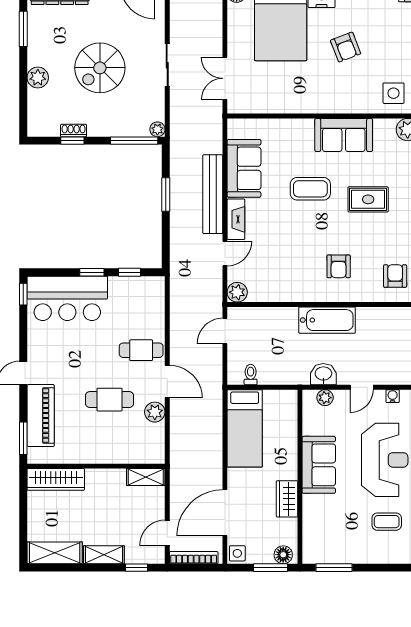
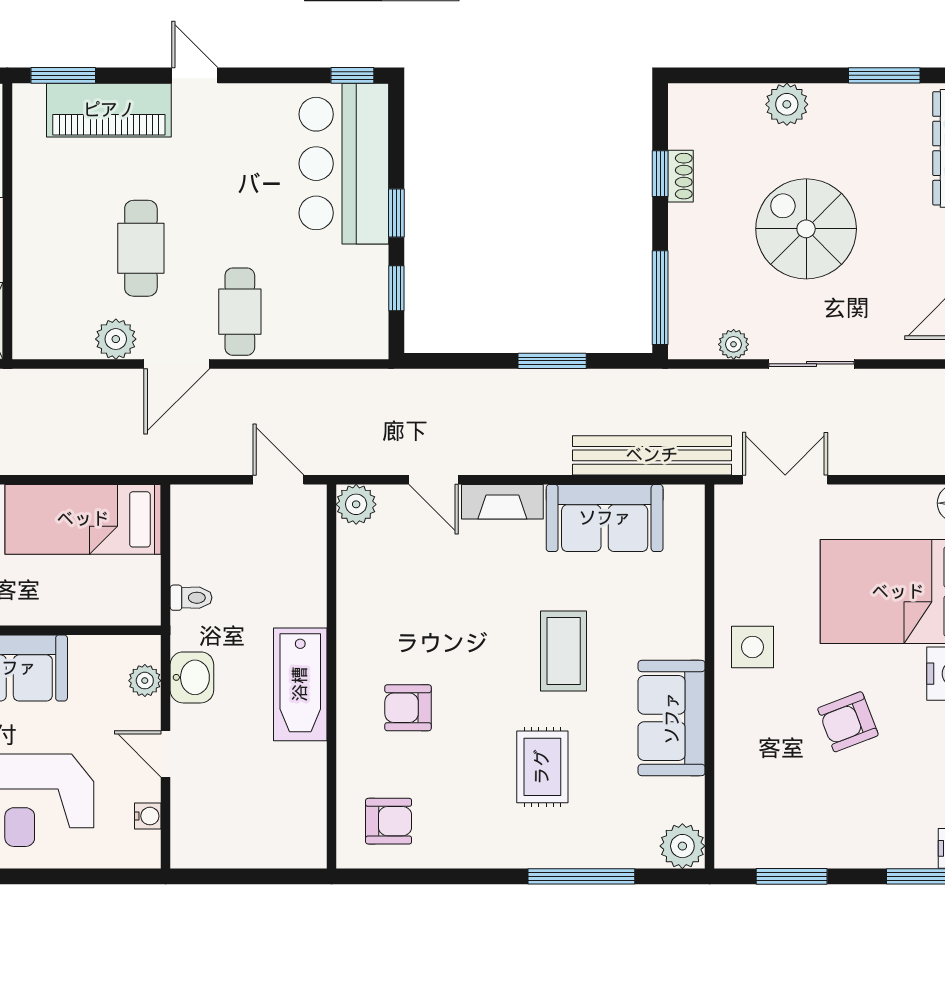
side table: (393, 93) -> (752, 647), moved
plant: (157, 129) -> (734, 344), moved
bench: (213, 194) -> (652, 455), moved
toilet: (251, 375) -> (191, 598), moved

